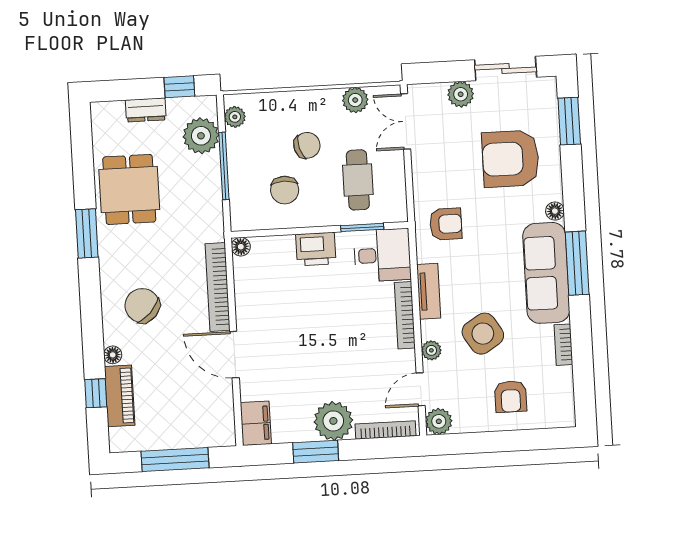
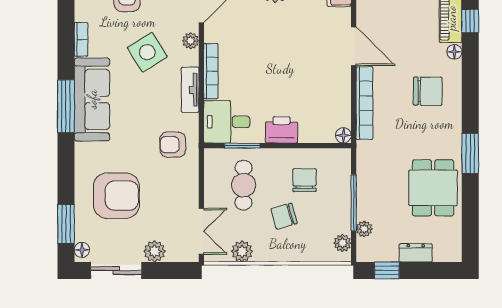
plant: (201, 136) -> (364, 229), width x0.53, depth x0.53
floor lamp: (555, 211) -> (82, 250), moved
chair: (142, 306) -> (428, 91), turned -43

